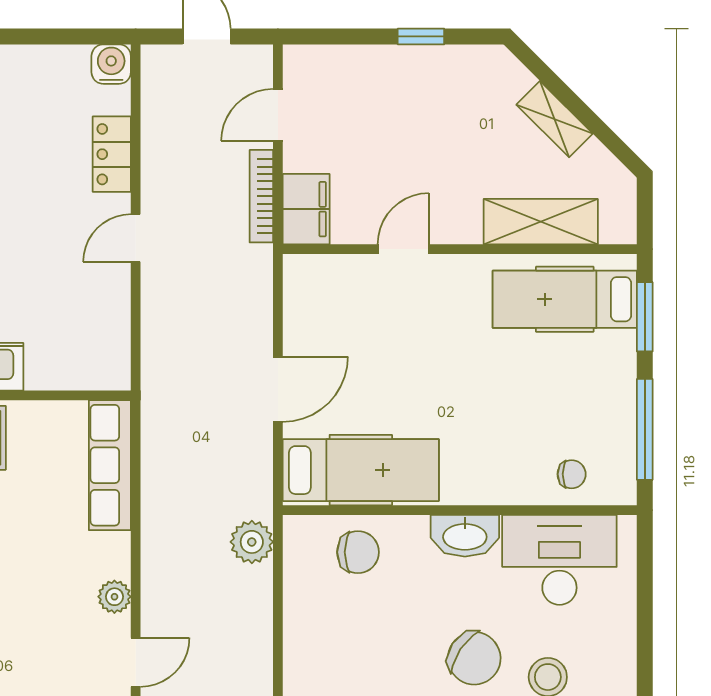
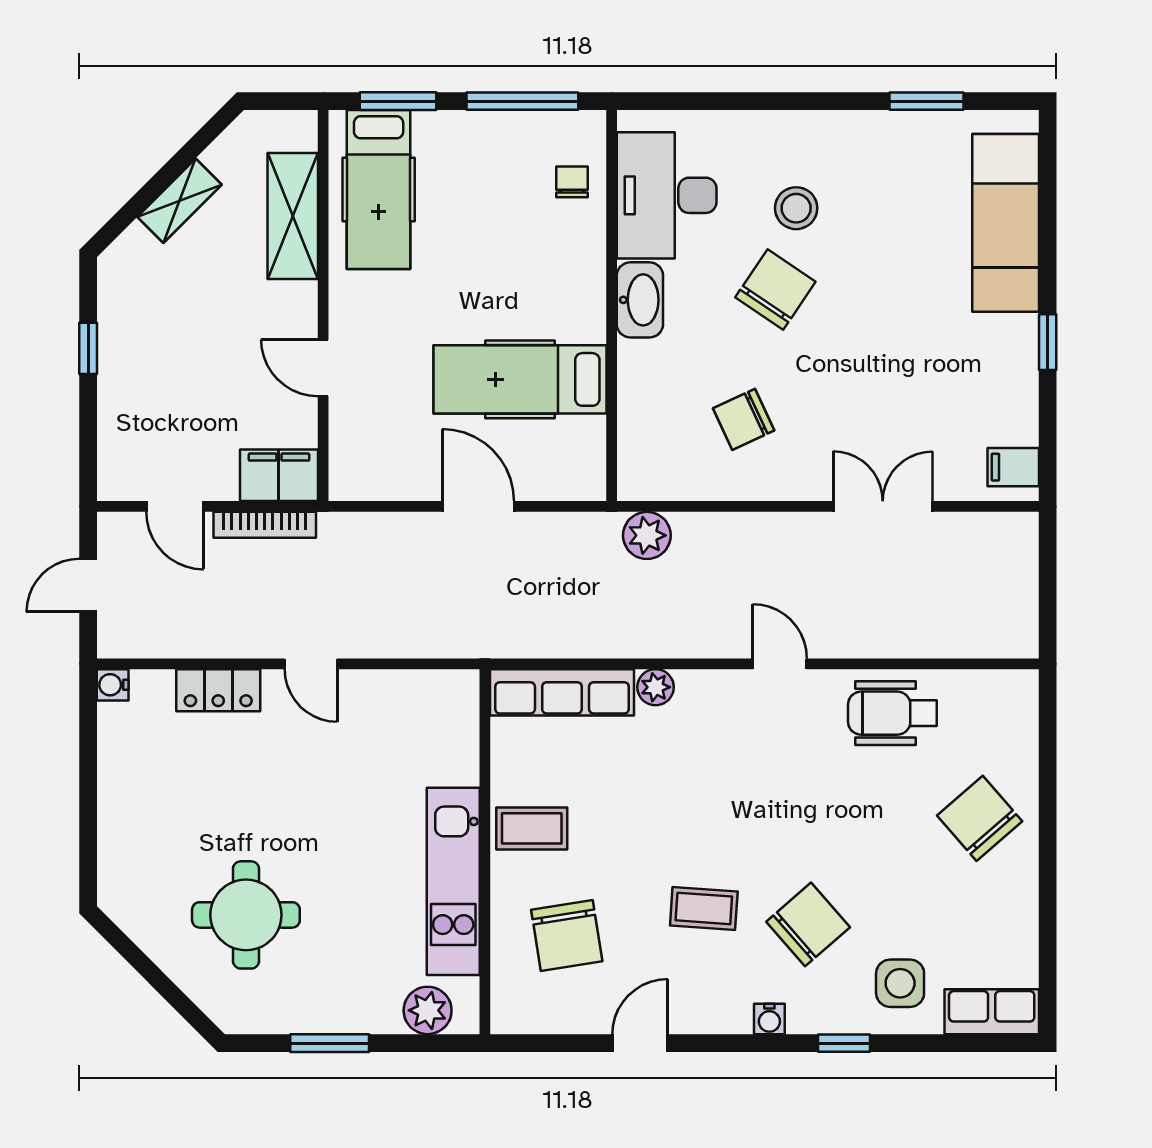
water cooler: (111, 64) -> (113, 685), width x0.72, depth x0.72
hospital bed: (361, 470) -> (520, 379), moved, turned -90
chair: (358, 552) -> (744, 419), moved, turned -115
plant: (114, 597) -> (656, 687), moved

